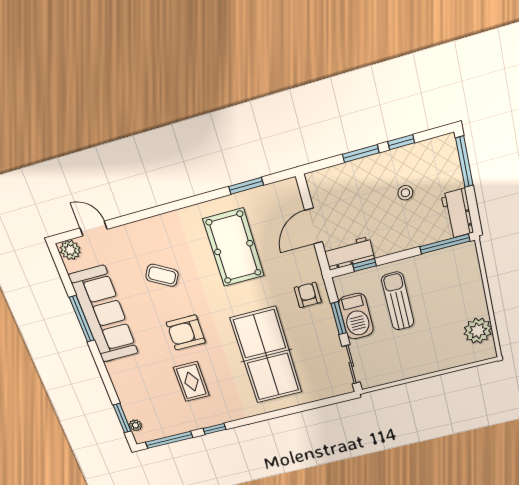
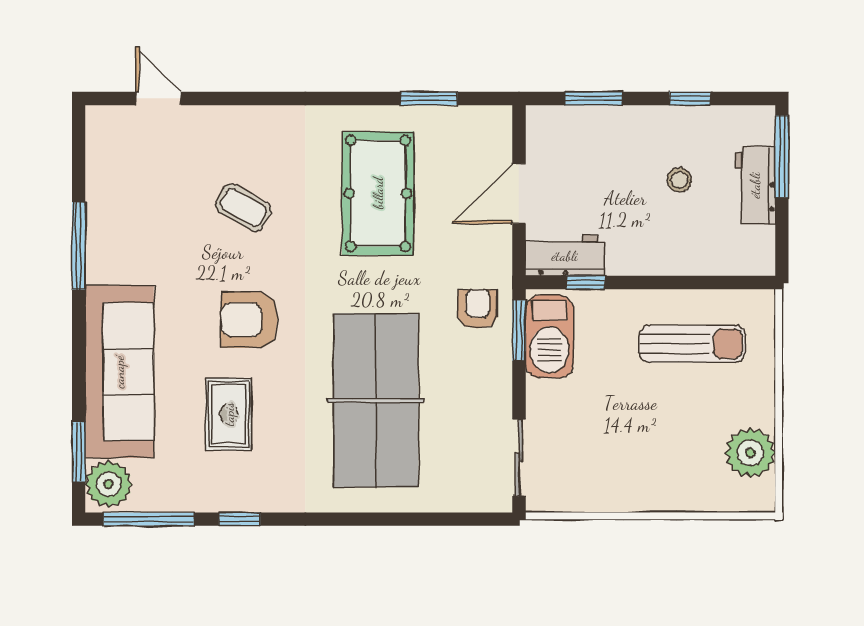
window: (361, 154) -> (593, 98), moved
workbench: (457, 214) -> (755, 185), moved
window: (445, 244) -> (725, 282), removed
plant: (70, 250) -> (106, 123), removed
sun lounger: (398, 301) -> (692, 344), moved, turned 90
sofa: (104, 315) -> (119, 372), moved
barbecue: (356, 316) -> (549, 337), moved
window: (339, 318) -> (519, 331), moved
plant: (135, 425) -> (109, 484), width x1.88, depth x1.88

